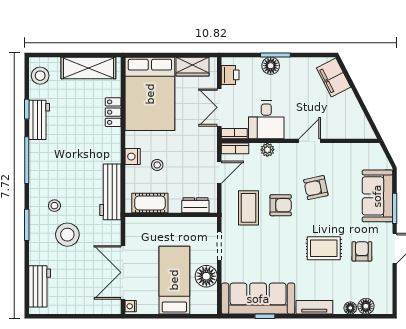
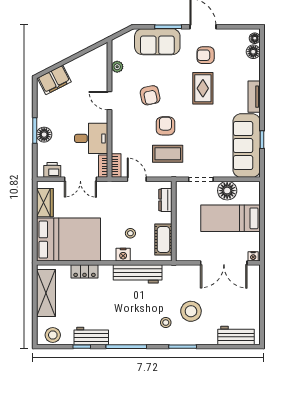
plant: (267, 150) -> (117, 67), moved
workbench: (110, 192) -> (138, 274), moved
floor lamp: (350, 308) -> (255, 38), moved

